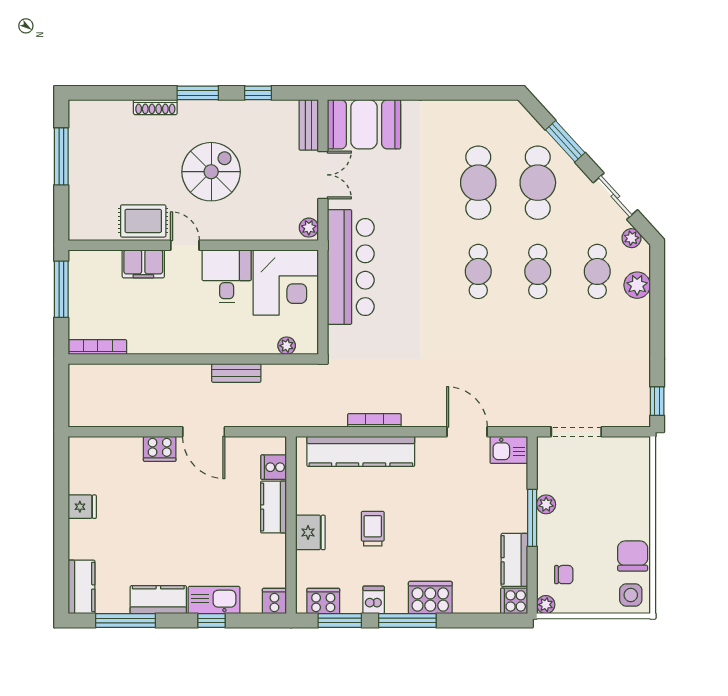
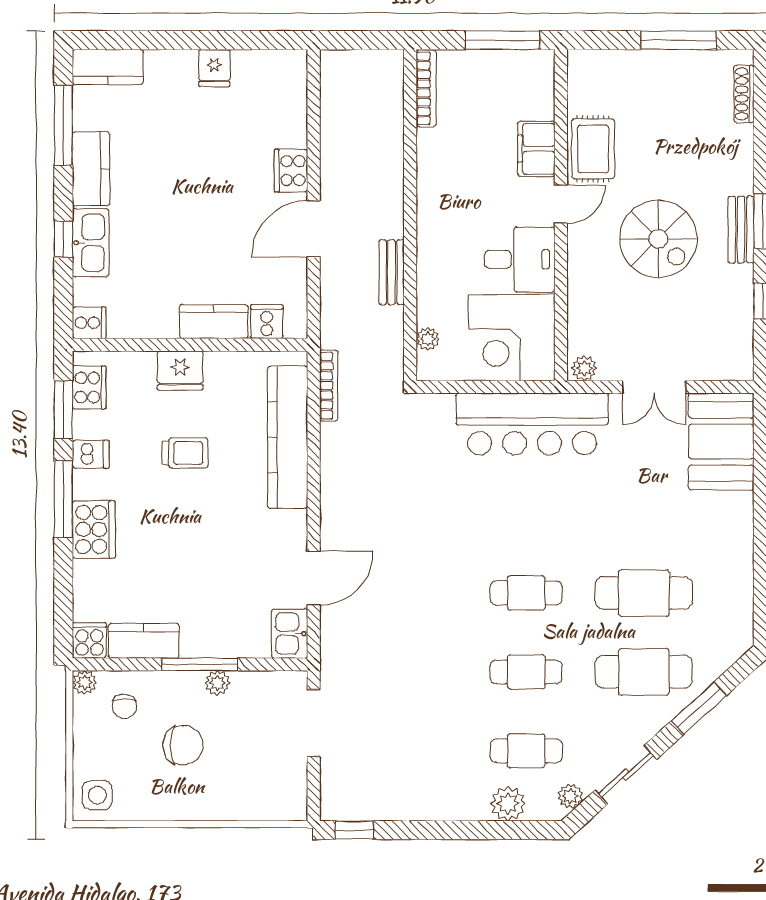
shoe rack: (155, 107) -> (744, 94), moved
bench: (309, 125) -> (741, 230), moved, turned 90
bookcase: (374, 420) -> (329, 386), moved
chair: (633, 556) -> (183, 745), moved

